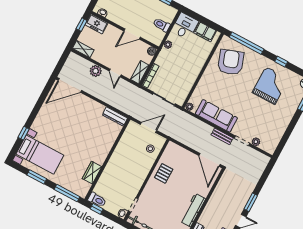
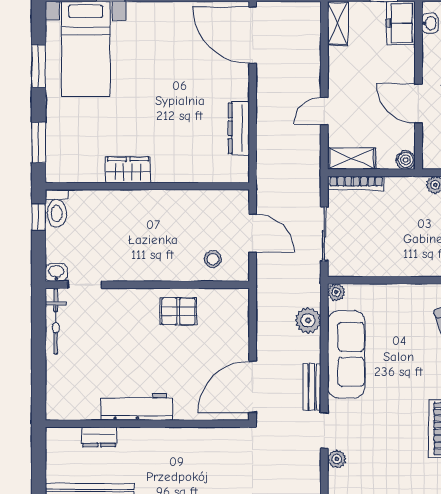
plant: (96, 71) -> (308, 320), moved
dresser: (115, 116) -> (239, 128), moved
wardrobe: (92, 173) -> (128, 170), moved
window: (67, 193) -> (39, 142), width x0.69

